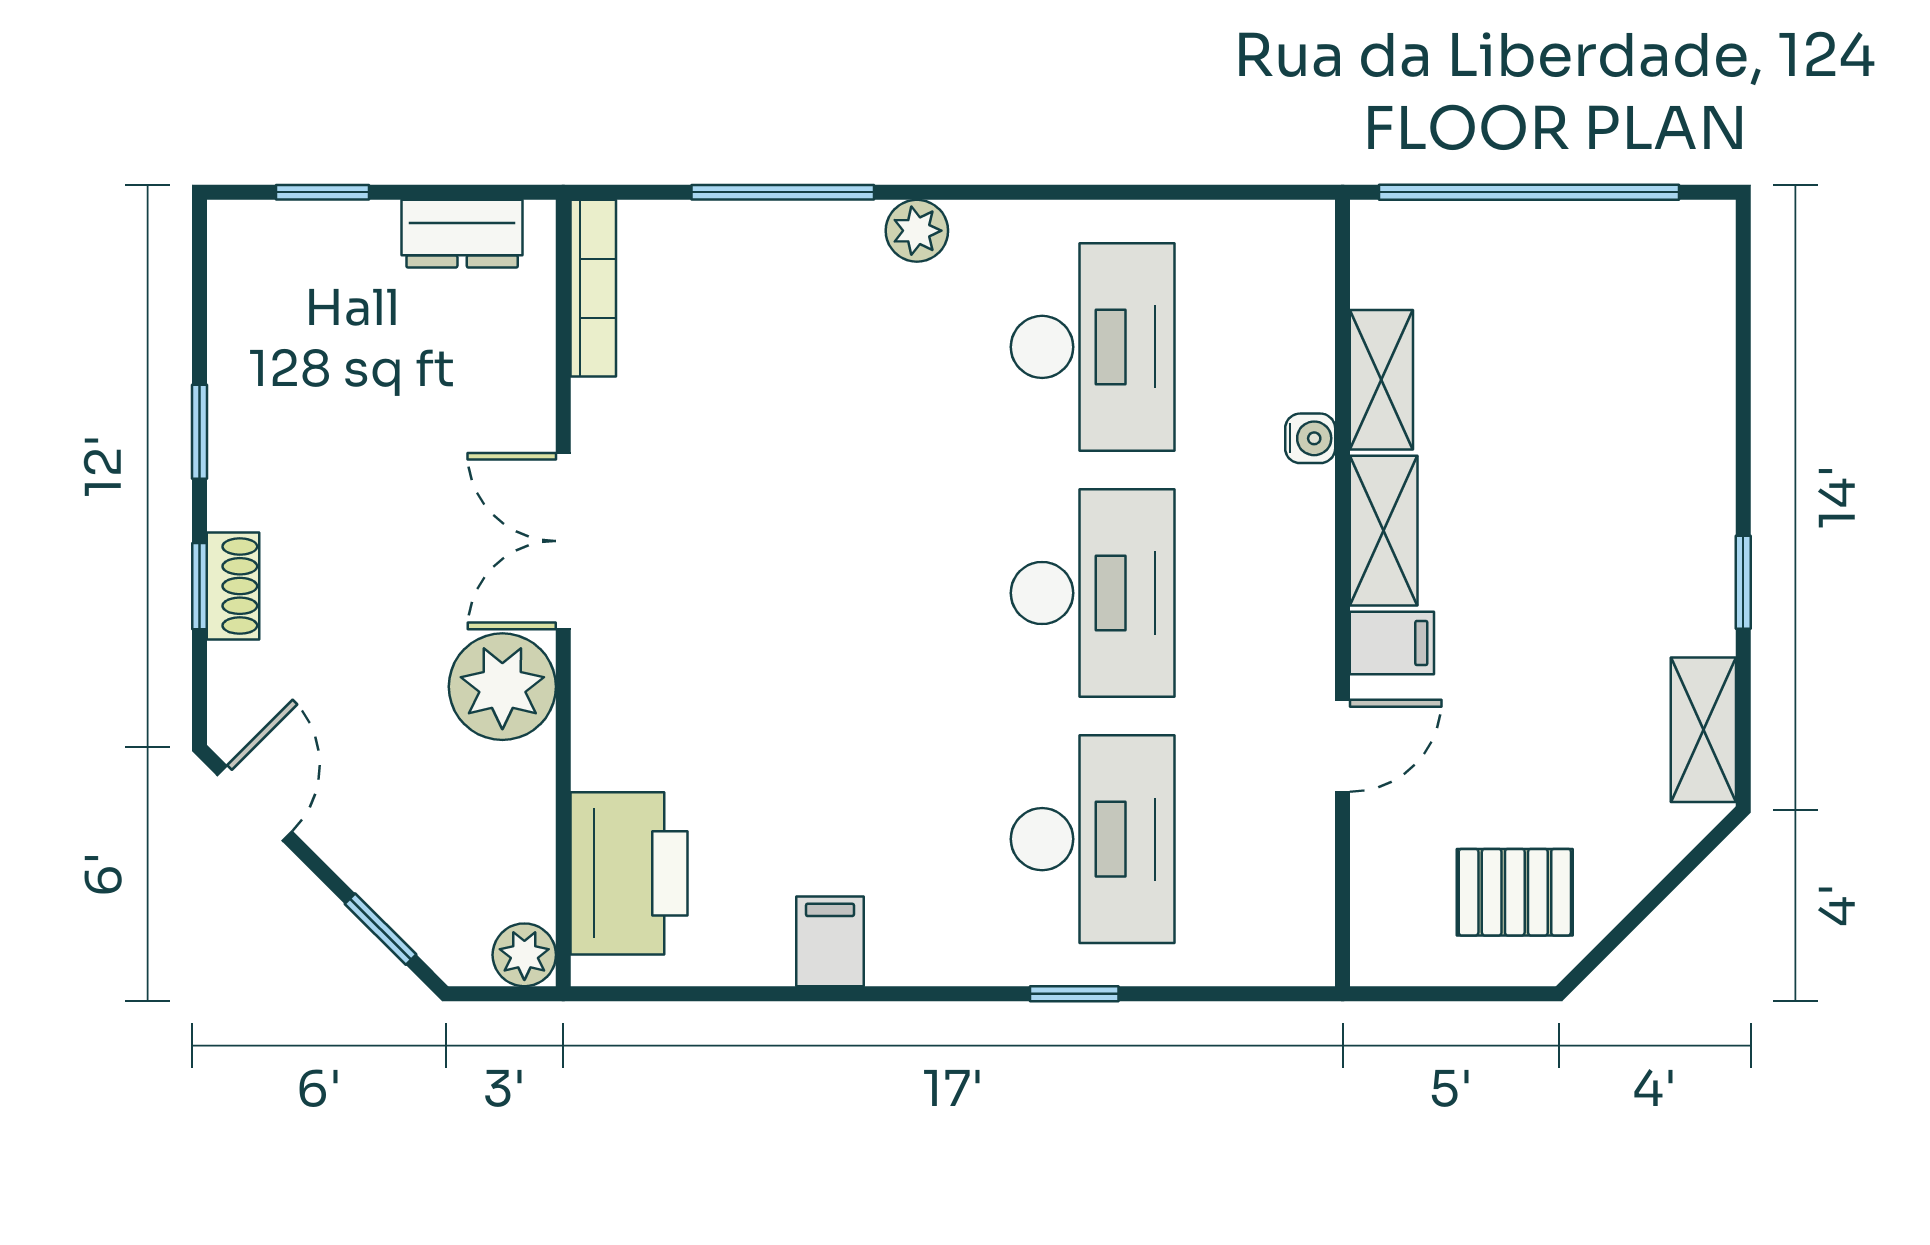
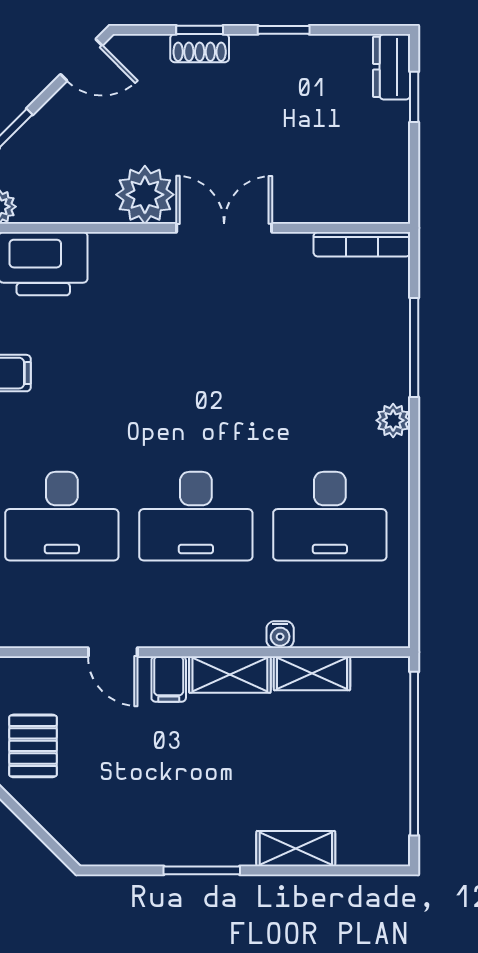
dresser: (462, 234) -> (392, 67), moved
window: (1743, 582) -> (202, 870), width x1.50
shelving: (1703, 730) -> (296, 849), moved

